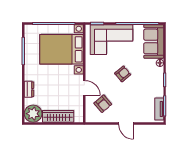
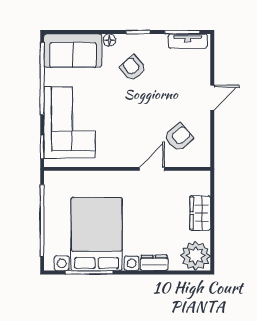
bed with nightstands: (62, 49) -> (97, 234), moved, turned 180
armchair: (123, 74) -> (133, 68), moved
wardrobe: (58, 116) -> (200, 213), width x0.67

